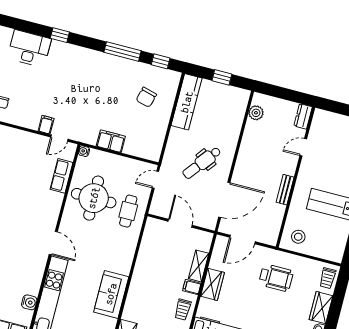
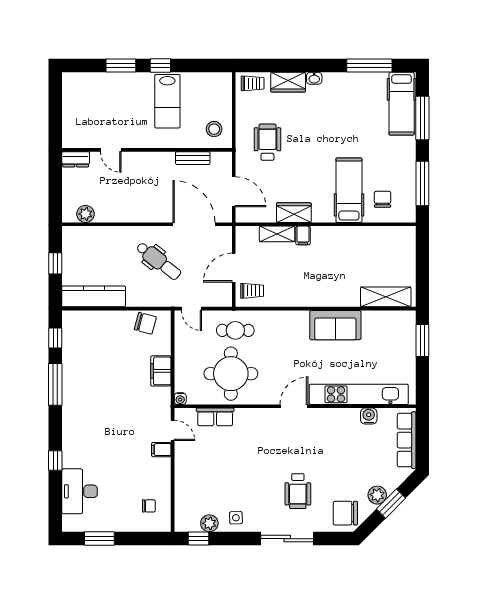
chair: (146, 97) -> (145, 323), moved
bench: (285, 190) -> (193, 158), moved
trolley: (183, 310) -> (252, 291), moved

